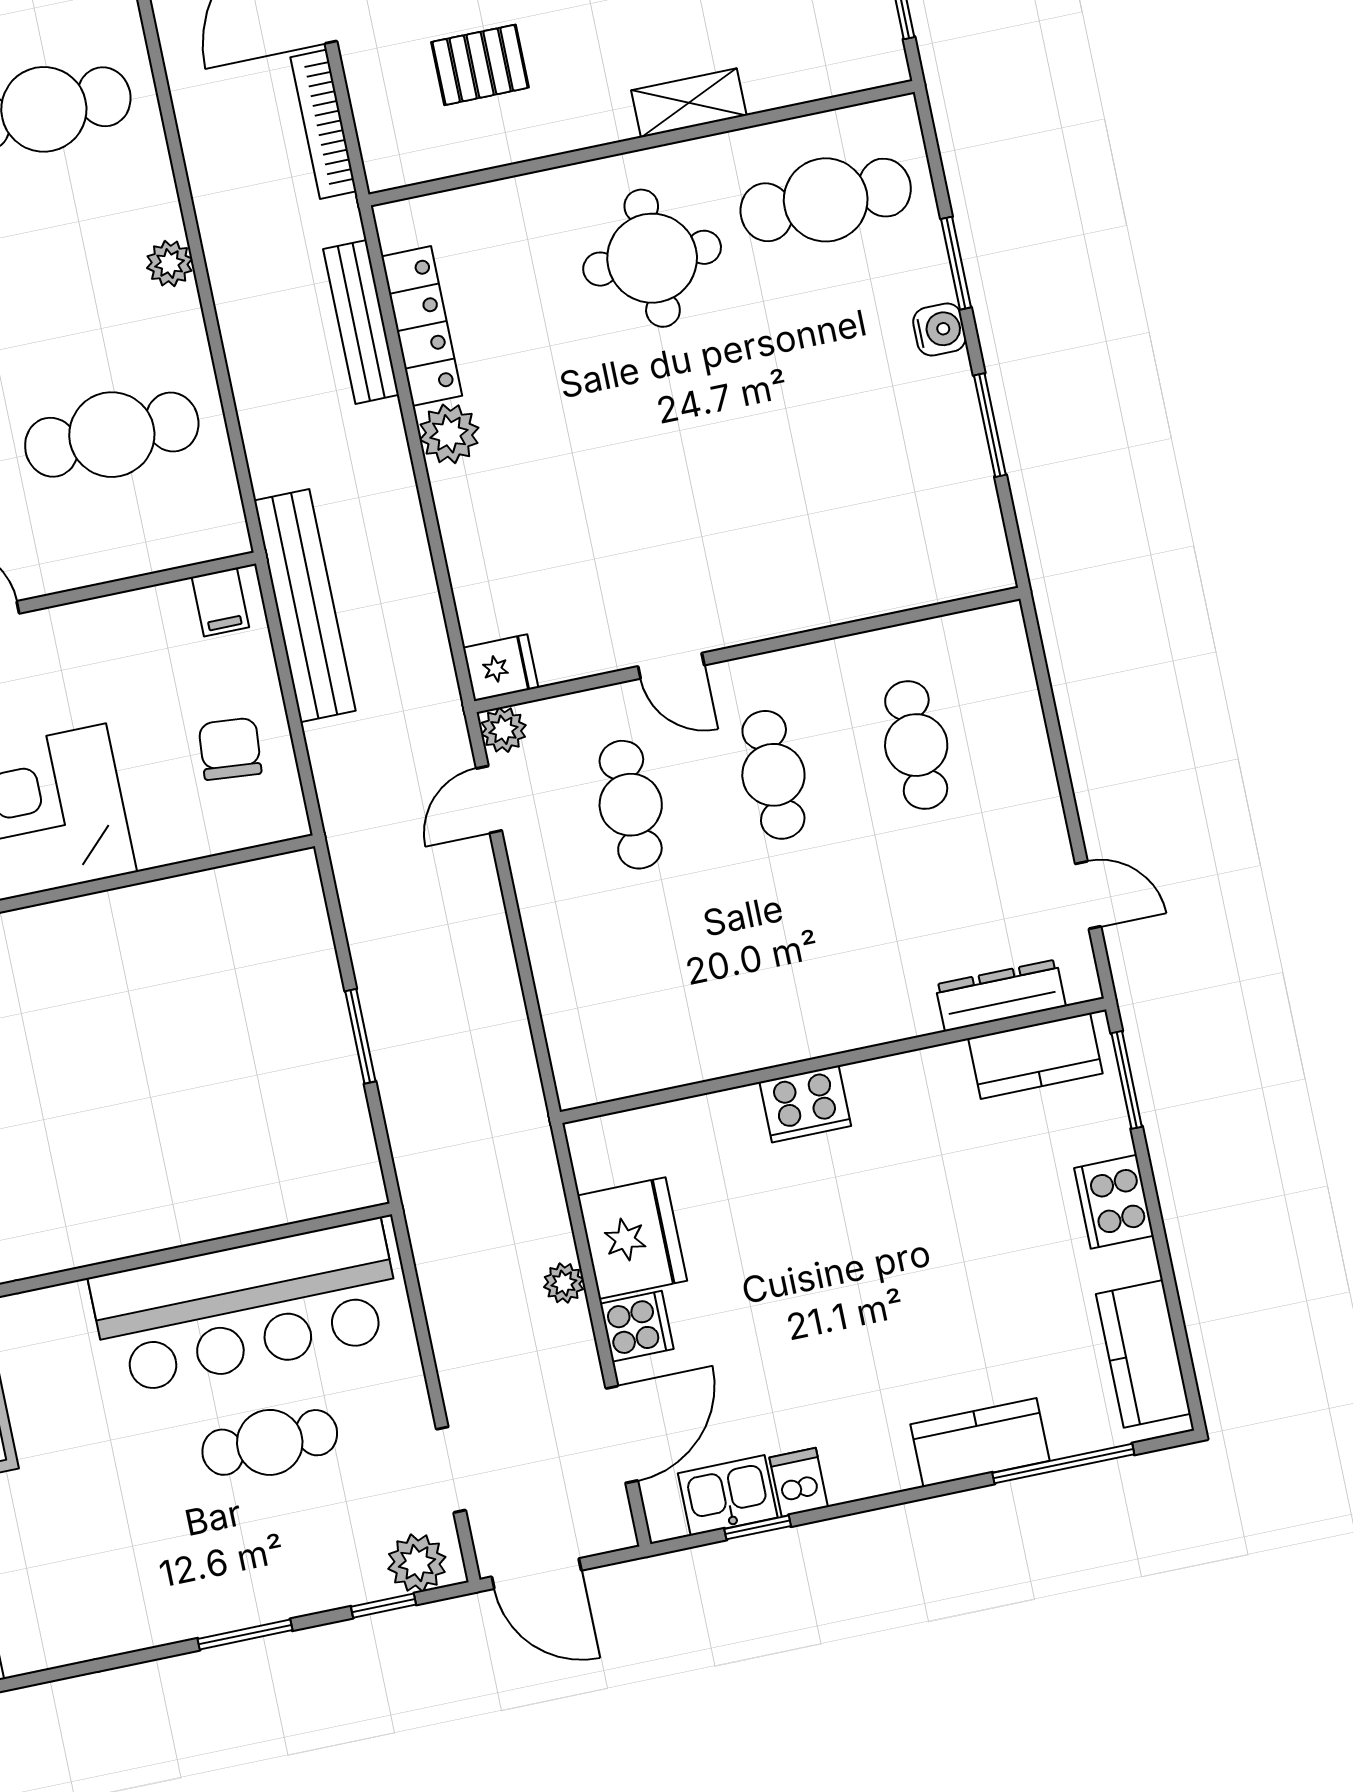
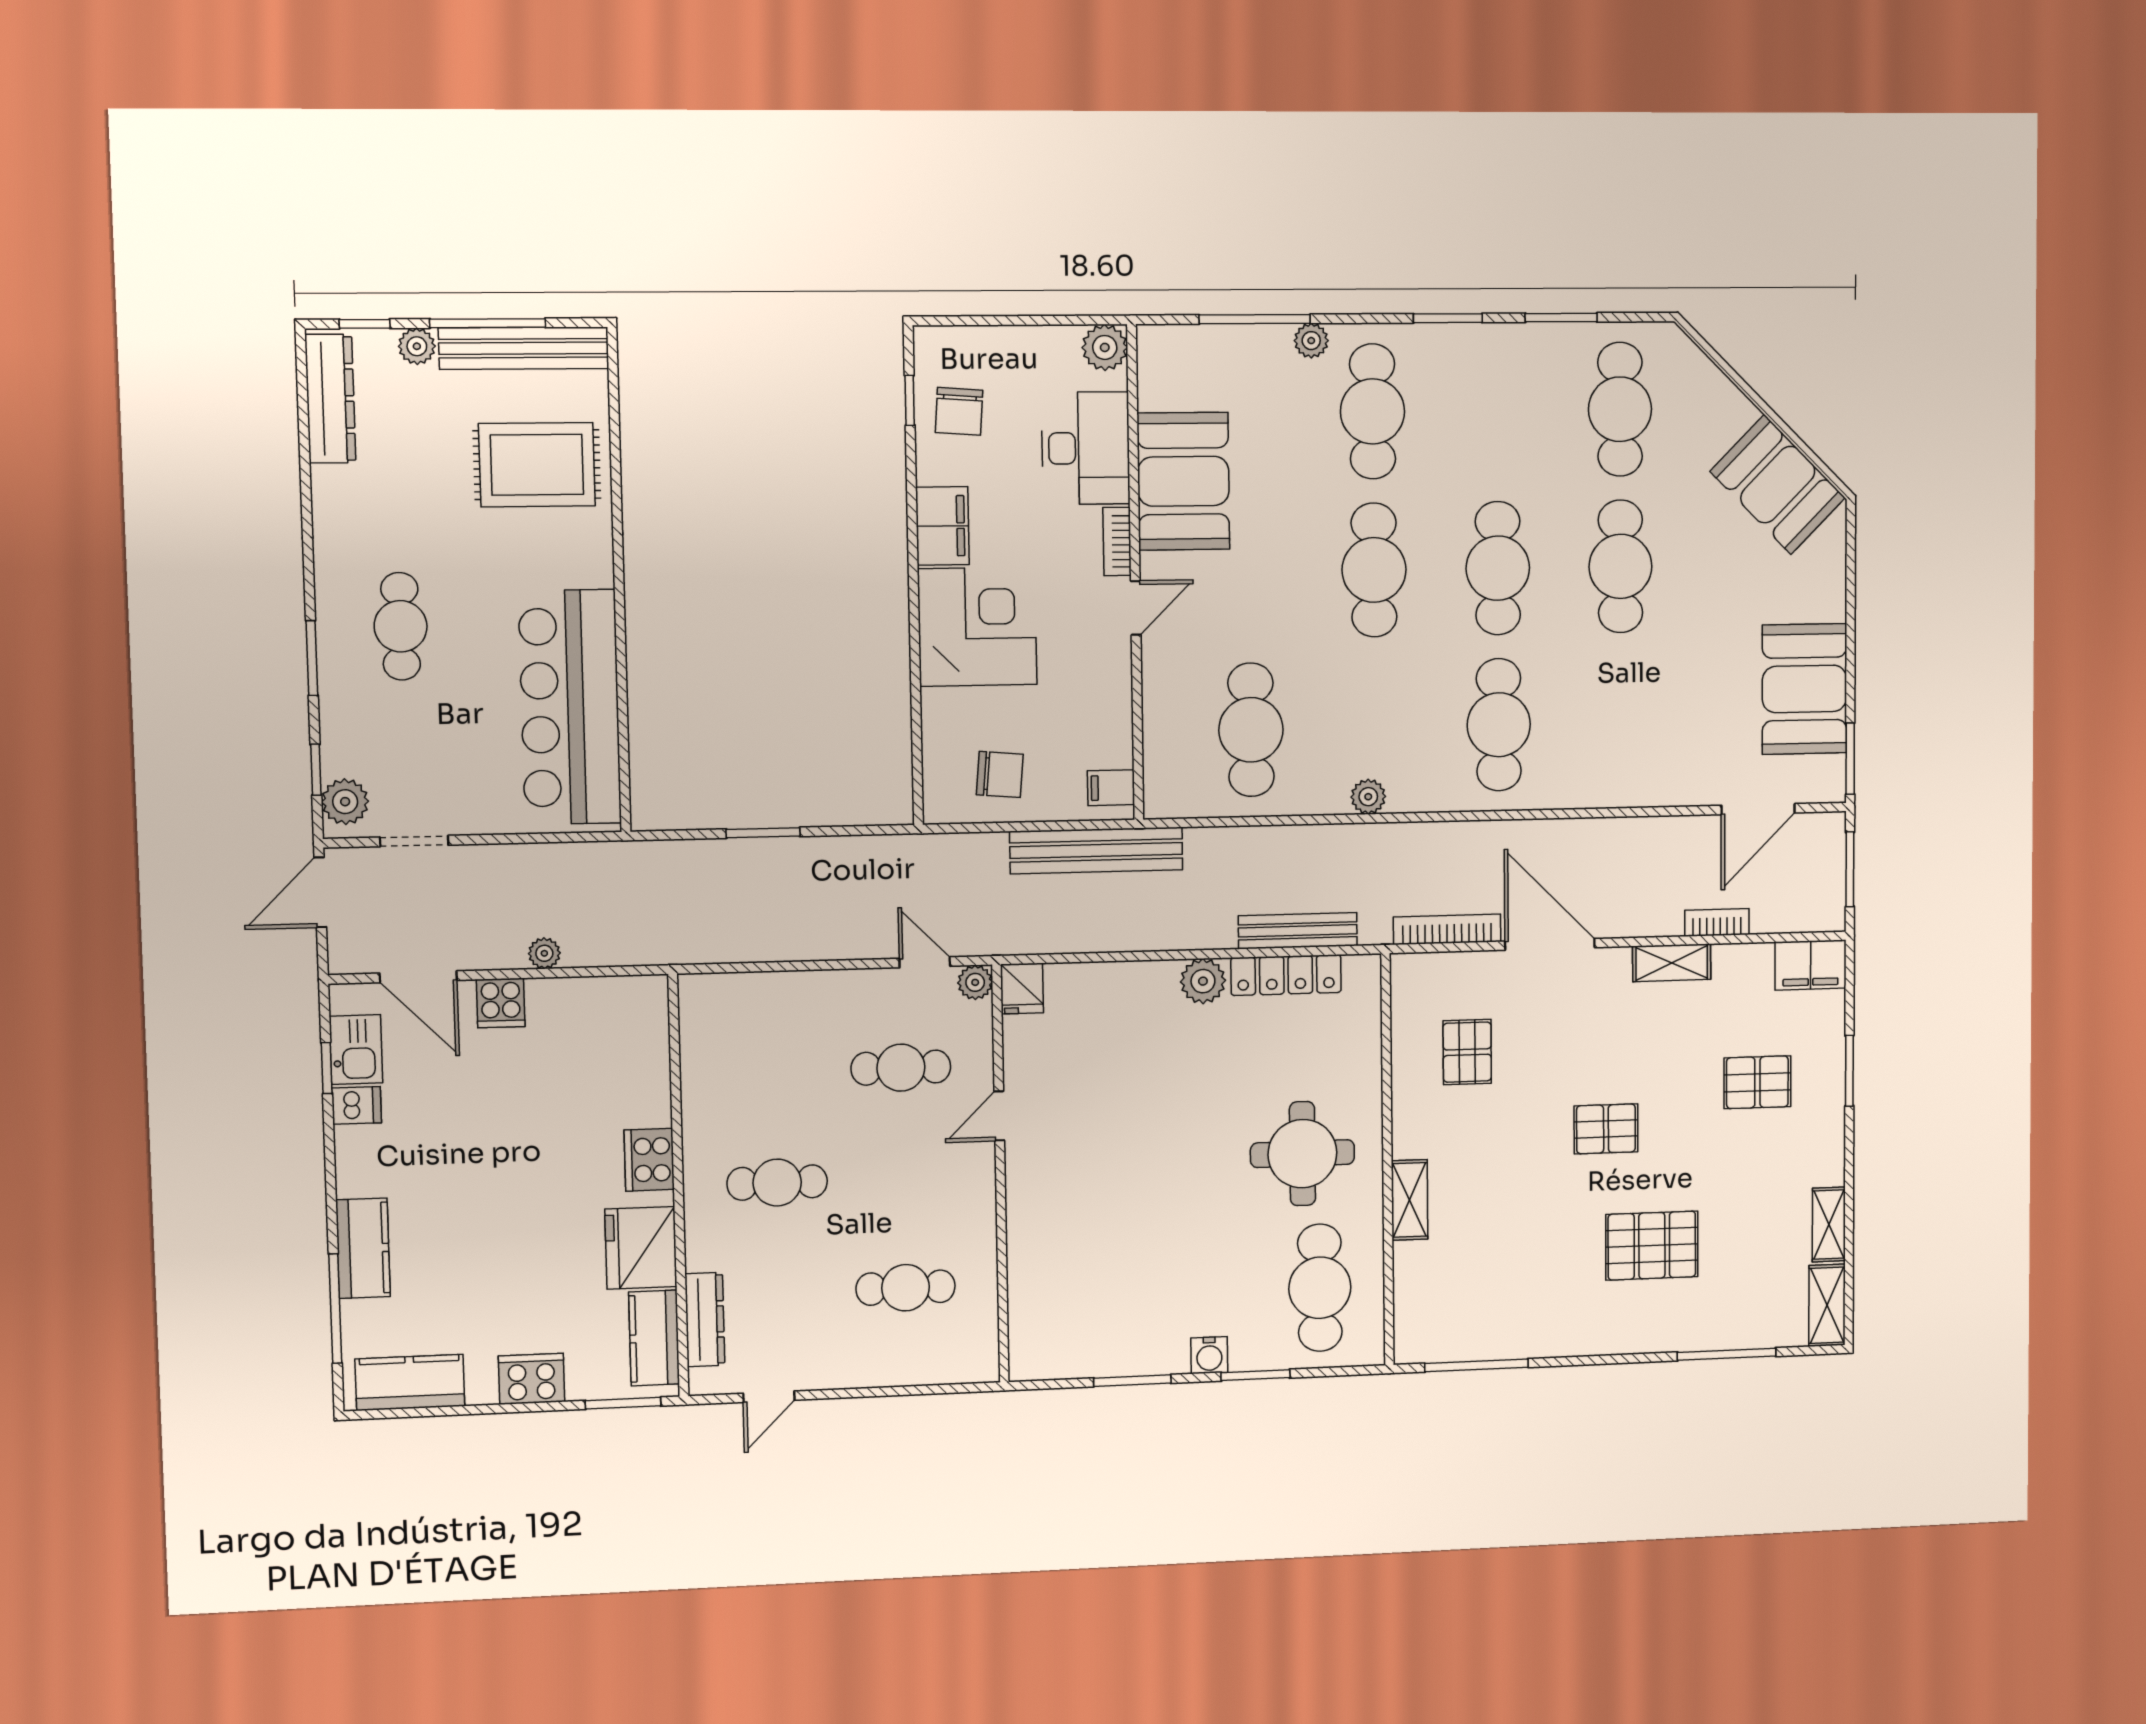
cafe table: (773, 775) -> (777, 1183), moved
fridge: (632, 1238) -> (641, 1248), moved, turned 90
cafe table: (270, 1442) -> (401, 626), moved

